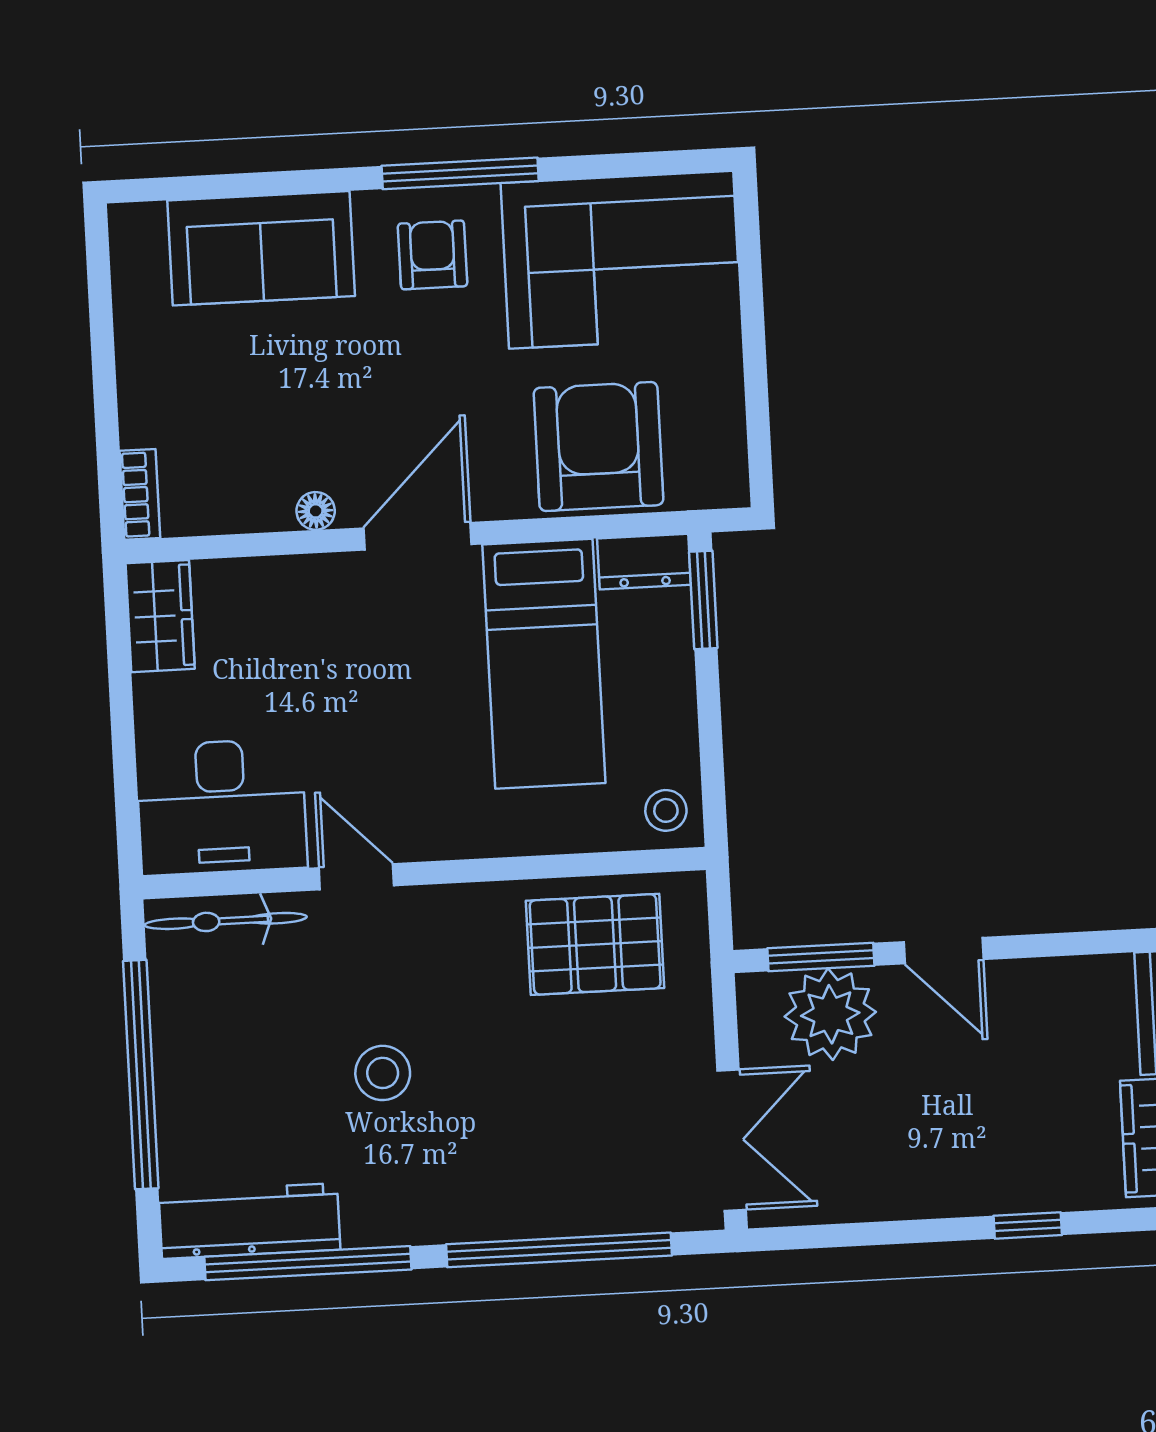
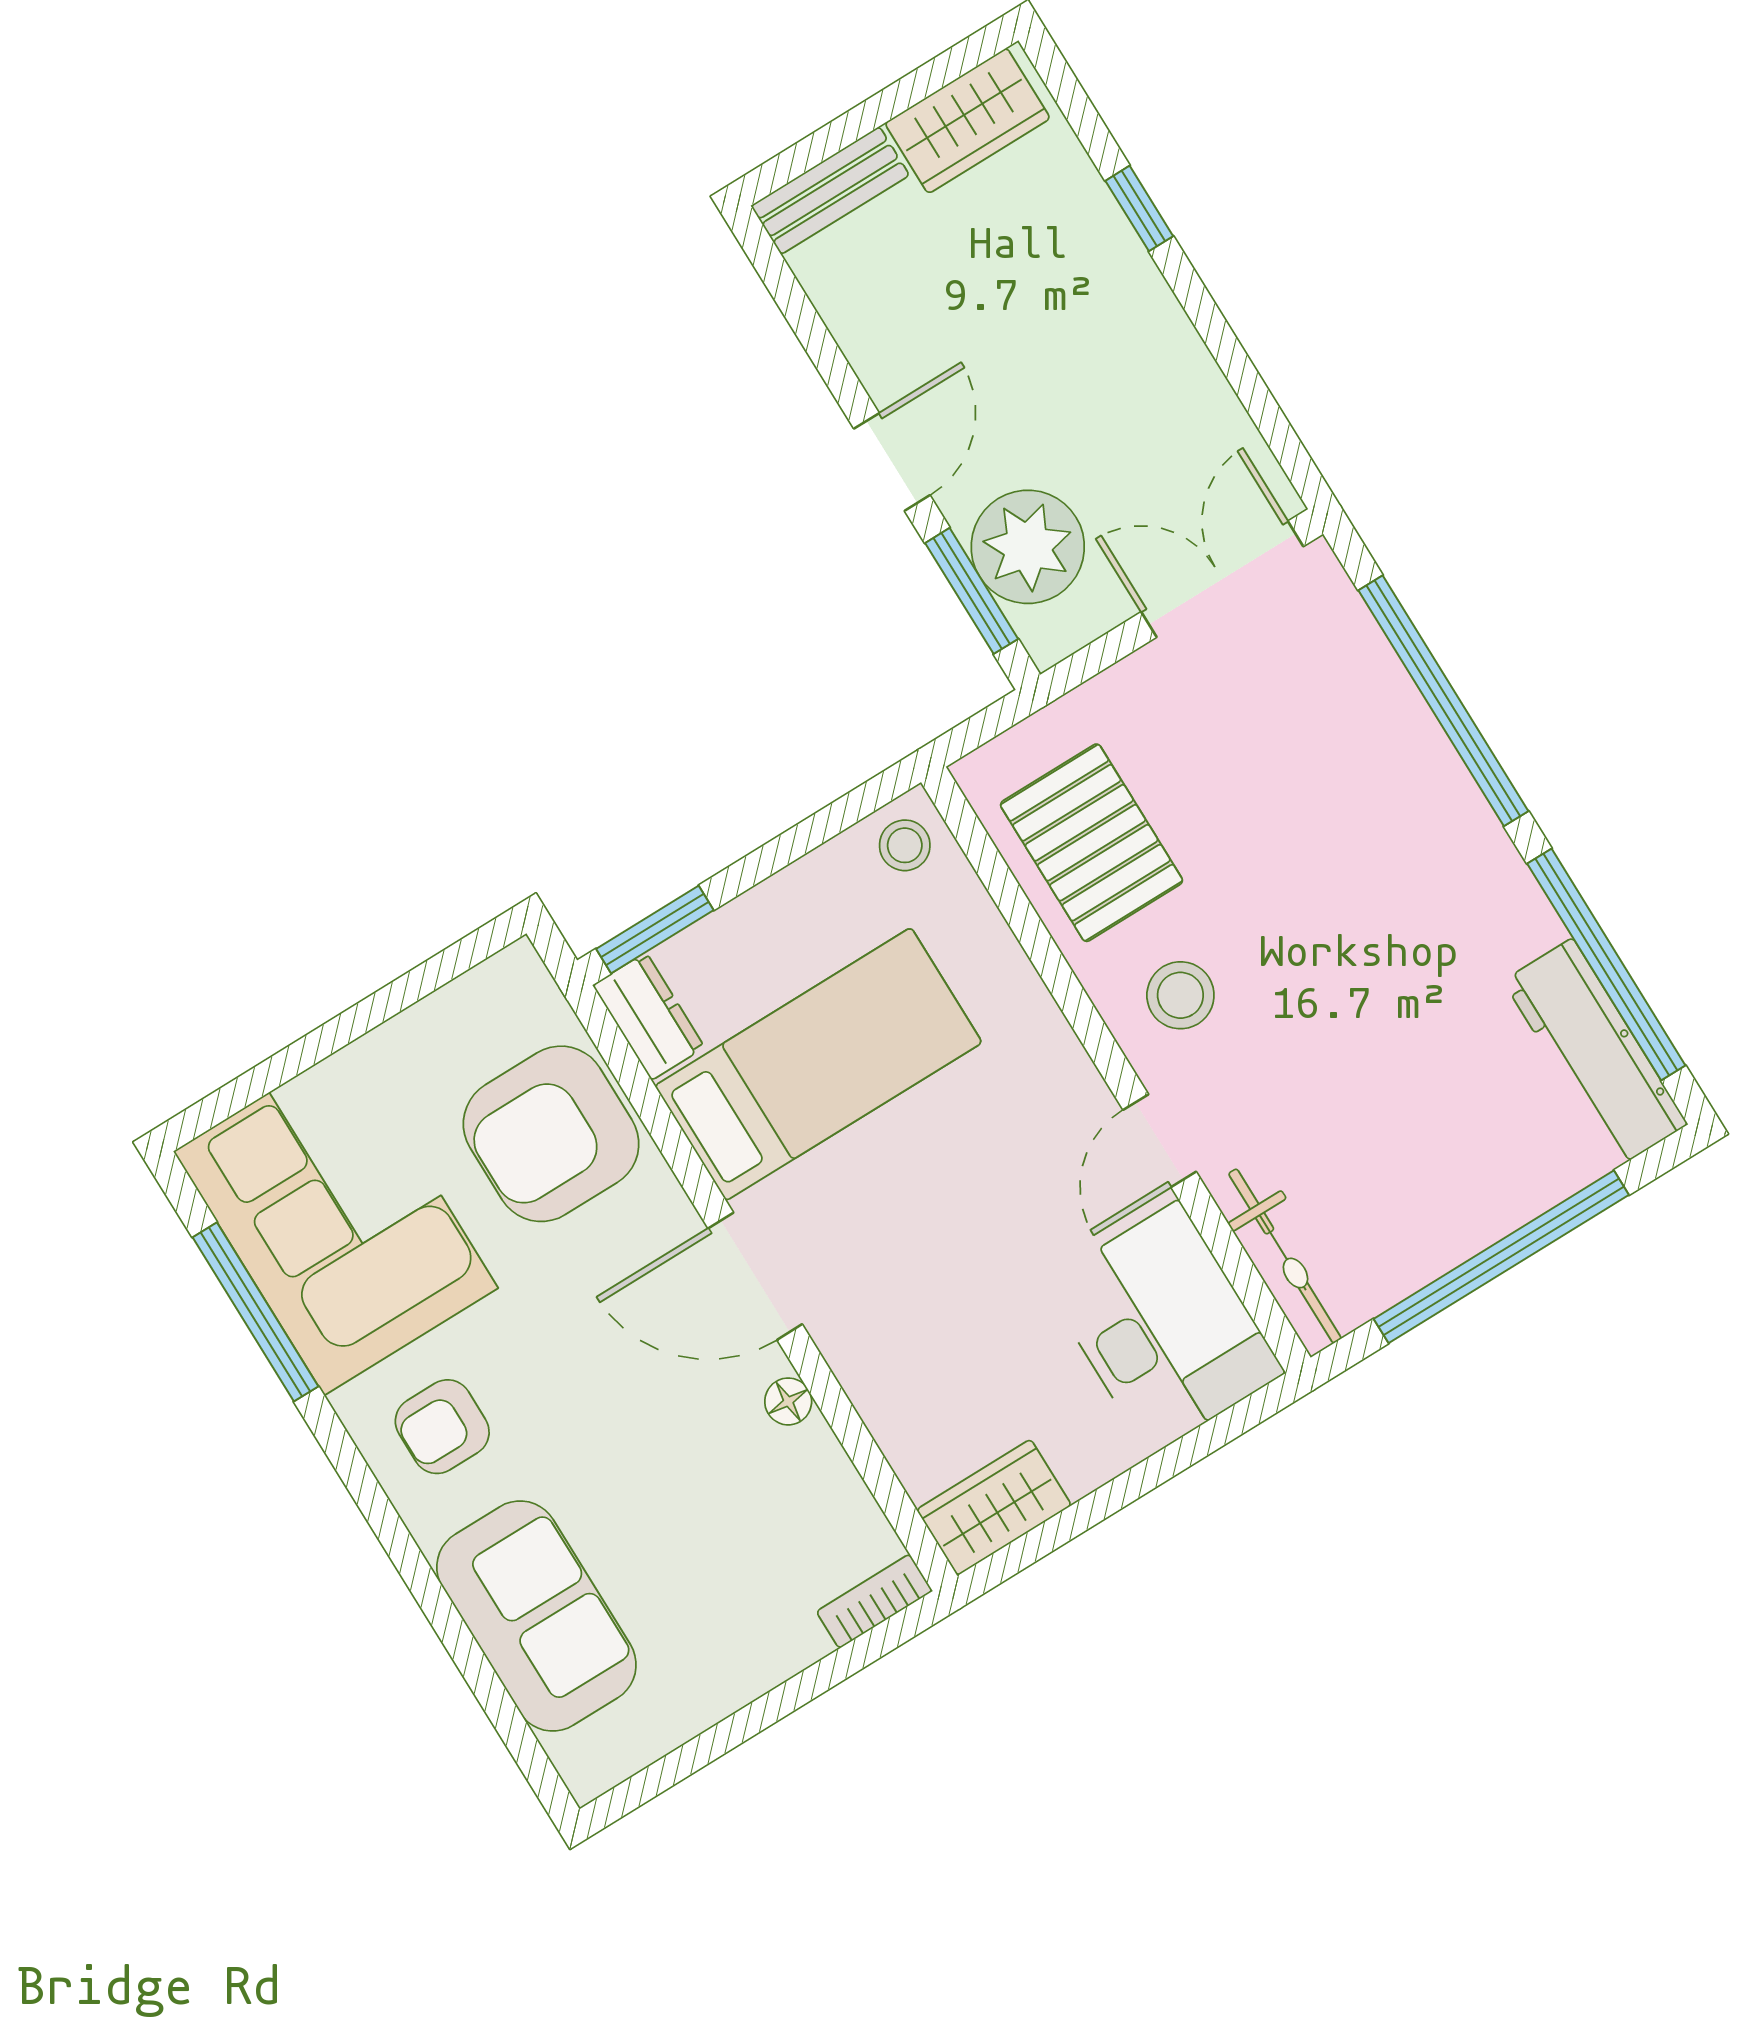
window: (460, 173) -> (255, 1312), moved
stool: (383, 1073) -> (1180, 995), moved

